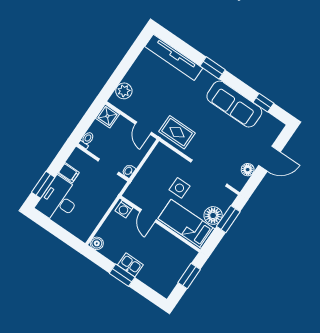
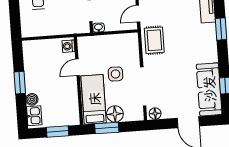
sofa: (234, 104) -> (209, 89), moved
floor lamp: (248, 170) -> (155, 114), moved
window: (228, 219) -> (107, 128), moved
boiler: (97, 243) -> (32, 99), moved
kitchen sink: (130, 265) -> (34, 116), moved

